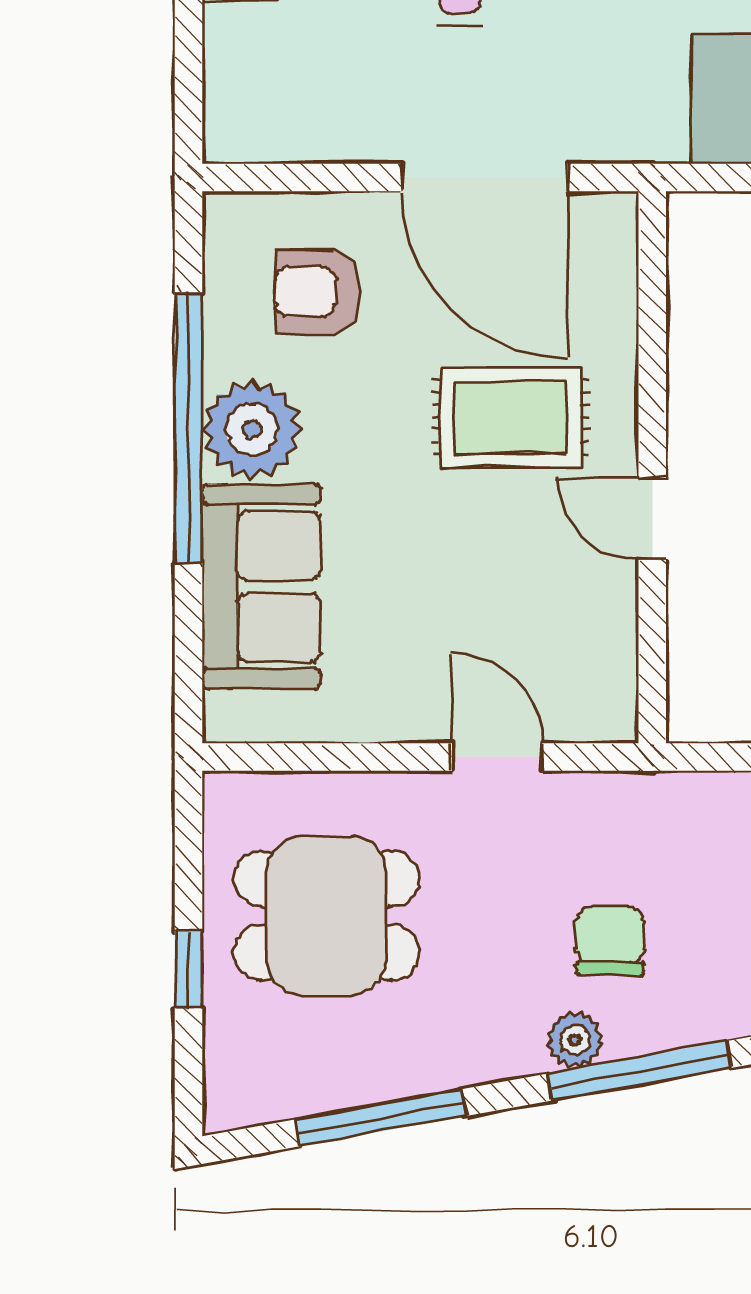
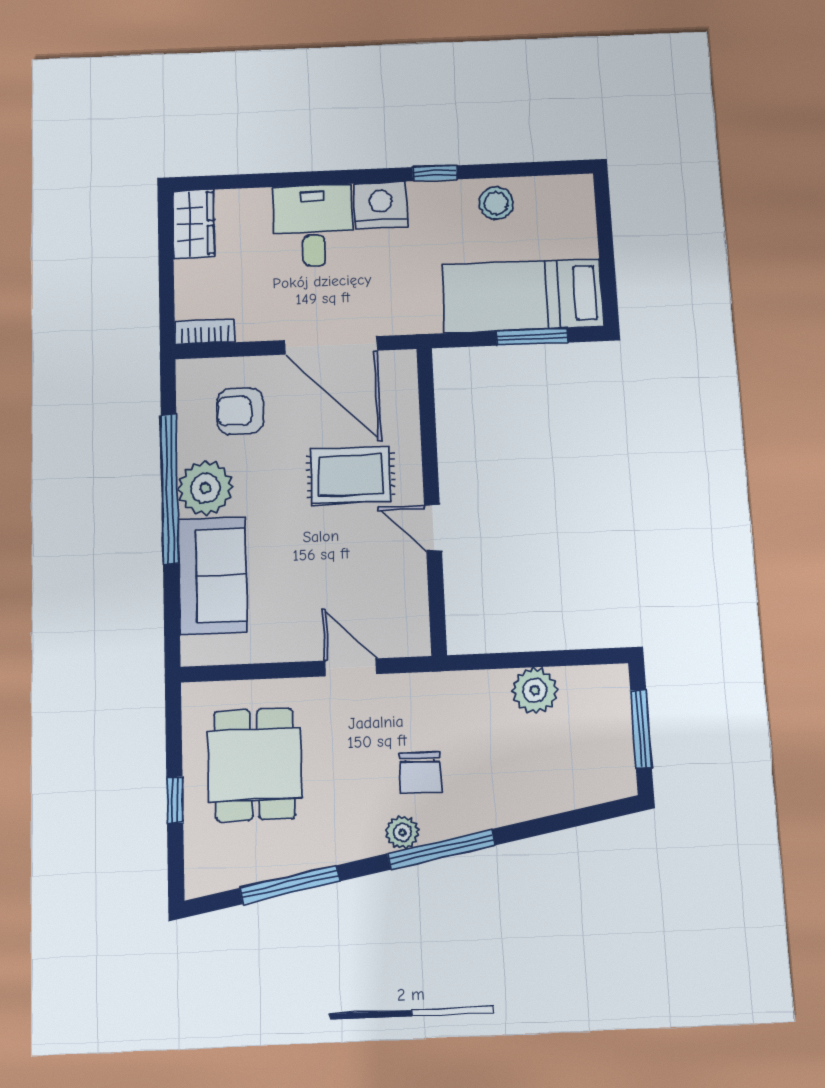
bookcase: (257, 142) -> (205, 332), added
dining table: (327, 916) -> (255, 764), turned 90
chair: (610, 941) -> (420, 773), turned 180

